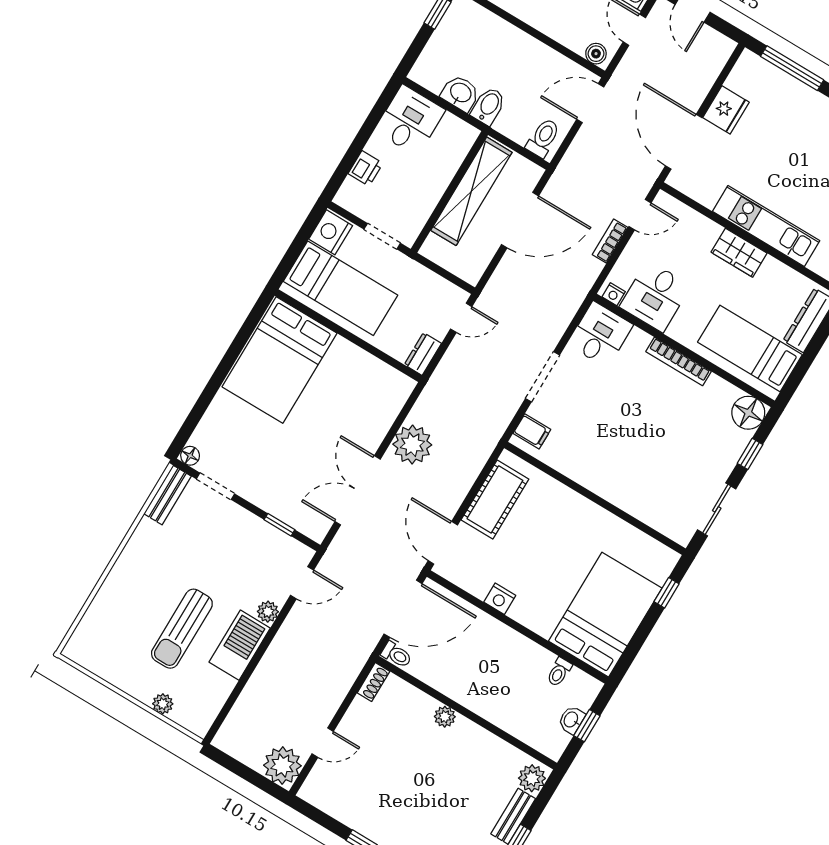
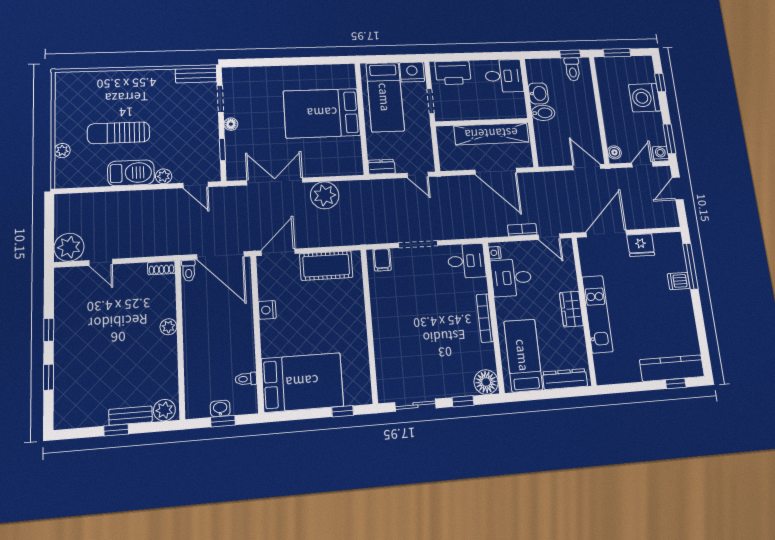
dishwasher: (798, 97) -> (679, 281), added
toilet: (543, 138) -> (572, 69), moved, turned 90
printer: (366, 168) -> (453, 73), width x1.87, depth x1.48
bed: (280, 360) -> (322, 113), moved
floor lamp: (190, 456) -> (231, 124), moved

